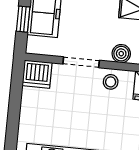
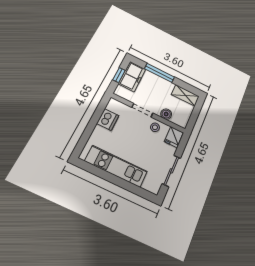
dishwasher: (37, 74) -> (108, 120), moved, turned -90

